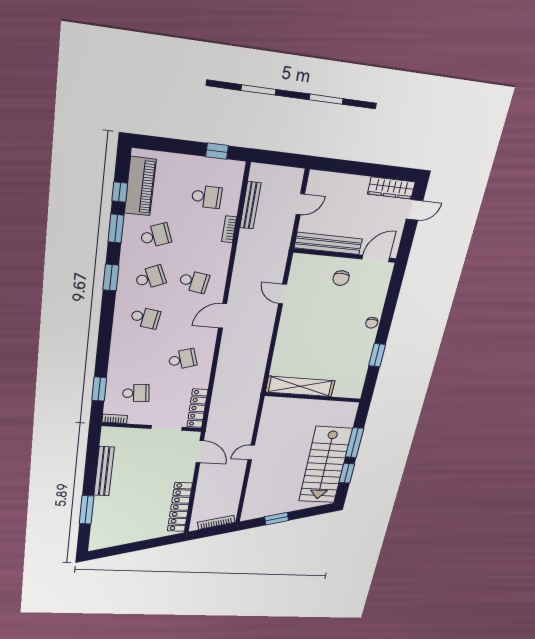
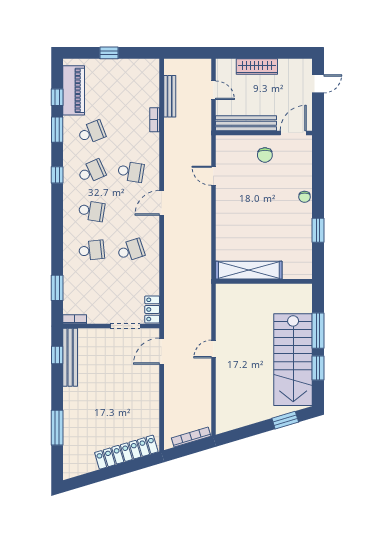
window: (217, 151) -> (109, 53), moved
wardrobe: (391, 188) -> (257, 67), moved
school desk: (207, 197) -> (131, 93), removed
door: (300, 204) -> (213, 90), hinge flipped
window: (111, 277) -> (57, 175), width x0.67
school desk: (136, 393) -> (92, 250), moved
locker: (197, 408) -> (152, 309), width x0.66
window: (93, 449) -> (57, 355), added
door: (200, 452) -> (162, 351), swing flipped
bench: (104, 471) -> (70, 357), moved
locker: (180, 507) -> (126, 452), moved, turned 73
window: (277, 519) -> (285, 420), moved

